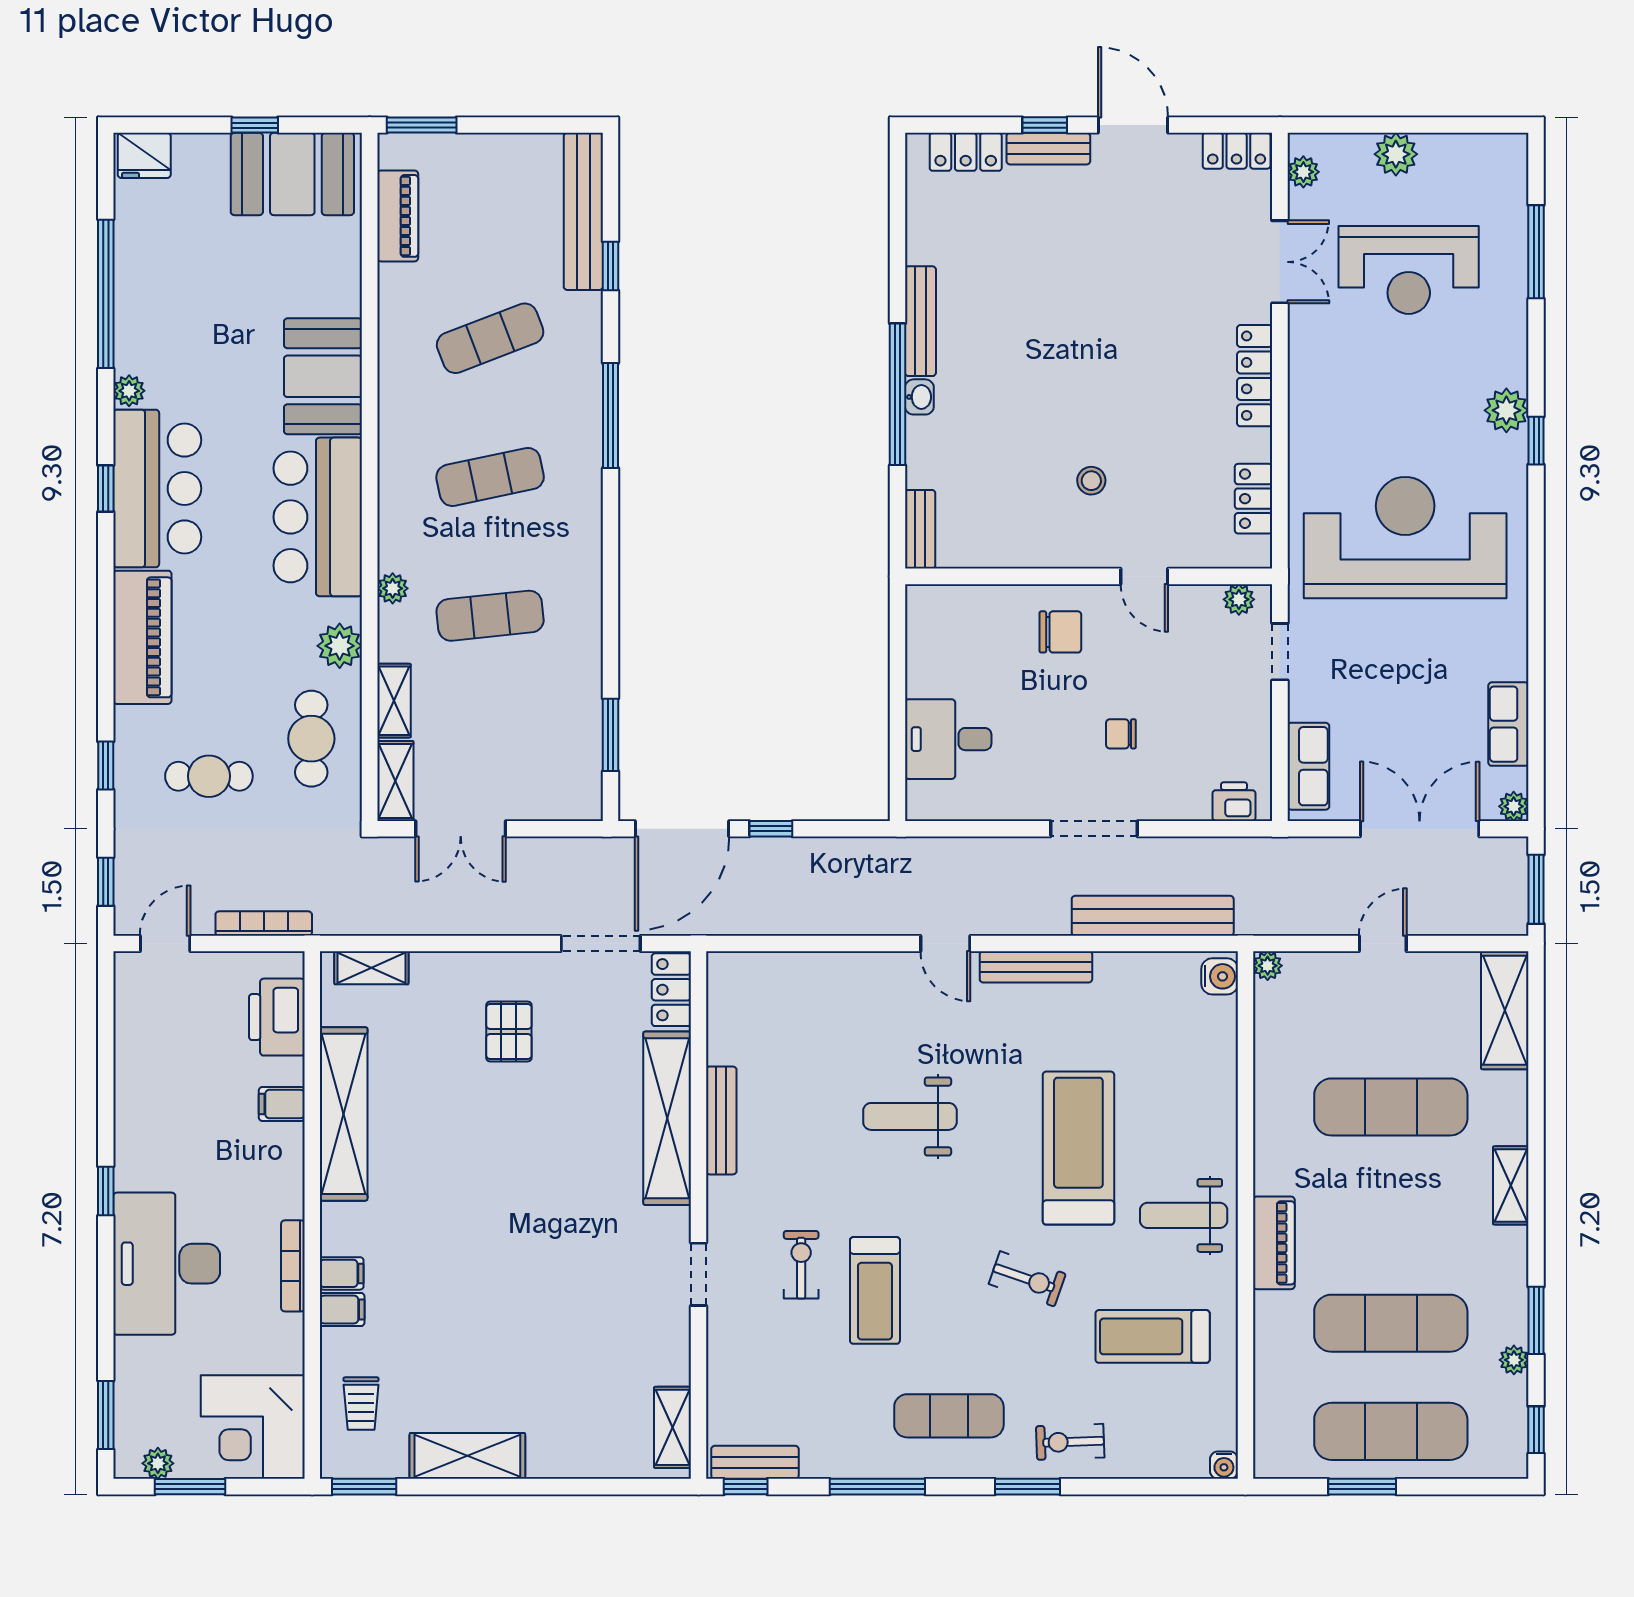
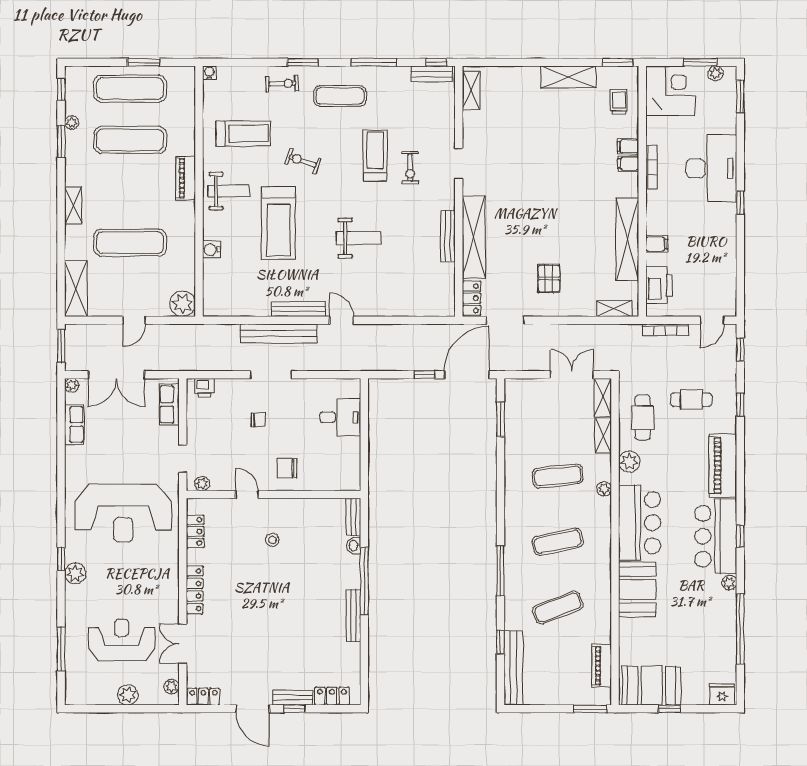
washbasin: (919, 397) -> (354, 546), moved
bench: (1153, 916) -> (279, 333), moved
plant: (1268, 966) -> (183, 304), width x1.87, depth x1.87
water cooler: (1220, 976) -> (211, 249), moved

